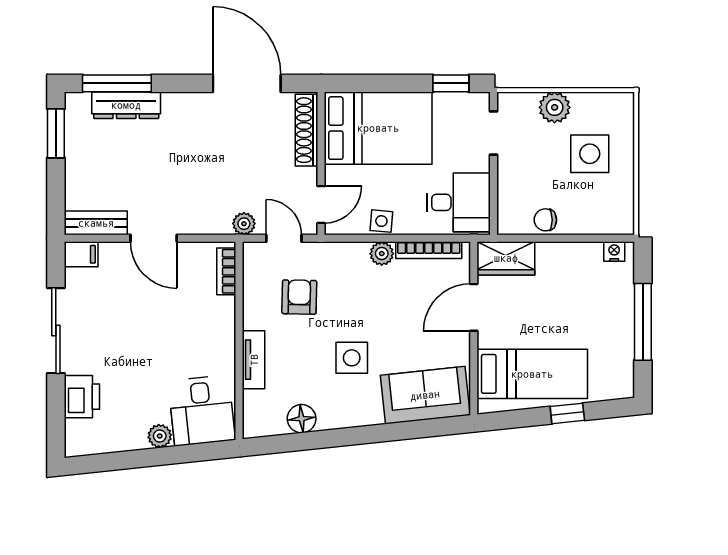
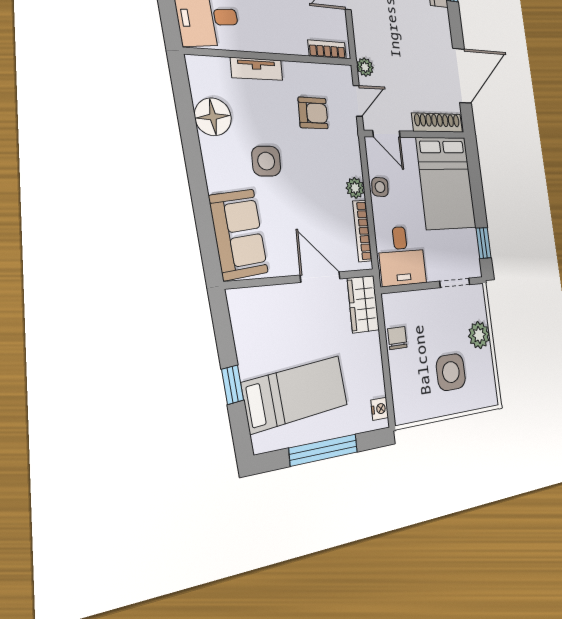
bed: (532, 374) -> (295, 394), moved, turned -96
floor lamp: (302, 419) -> (213, 117), width x1.38, depth x1.38

